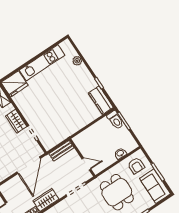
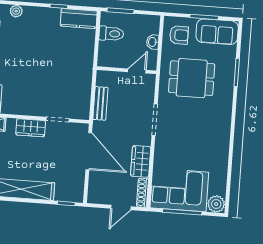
toilet: (115, 120) -> (111, 34), moved
wall: (82, 158) -> (126, 70), moved
door: (86, 164) -> (137, 71), moved

